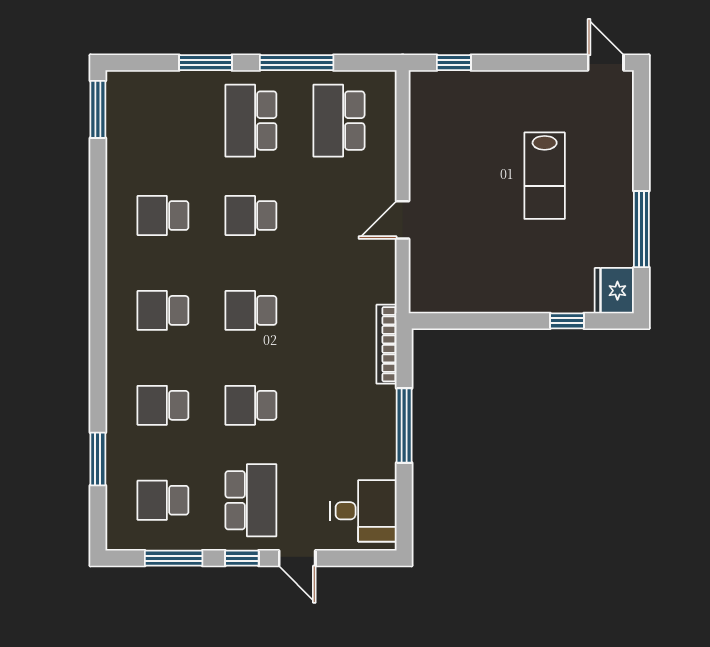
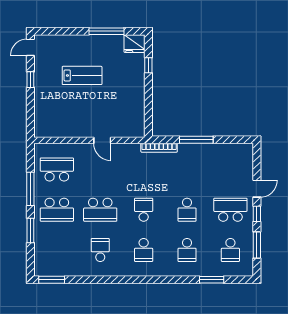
window: (454, 63) -> (30, 80), moved
school desk: (339, 121) -> (57, 169), turned 180
school desk: (163, 216) -> (100, 250), turned 180
school desk: (251, 216) -> (100, 210), width x1.85
school desk: (251, 310) -> (144, 210), turned 180
desk: (363, 511) -> (235, 158), removed

